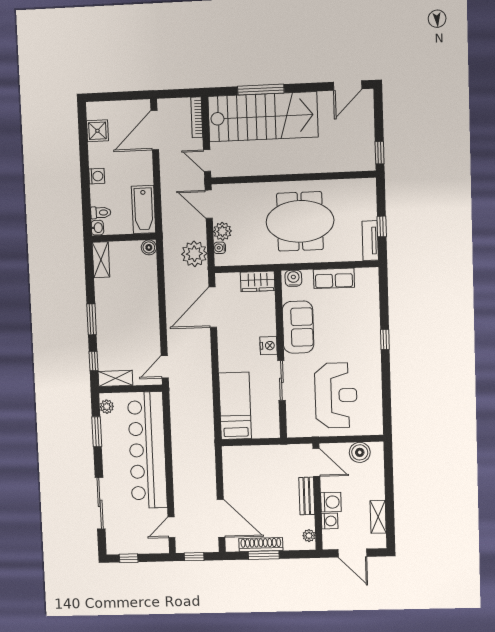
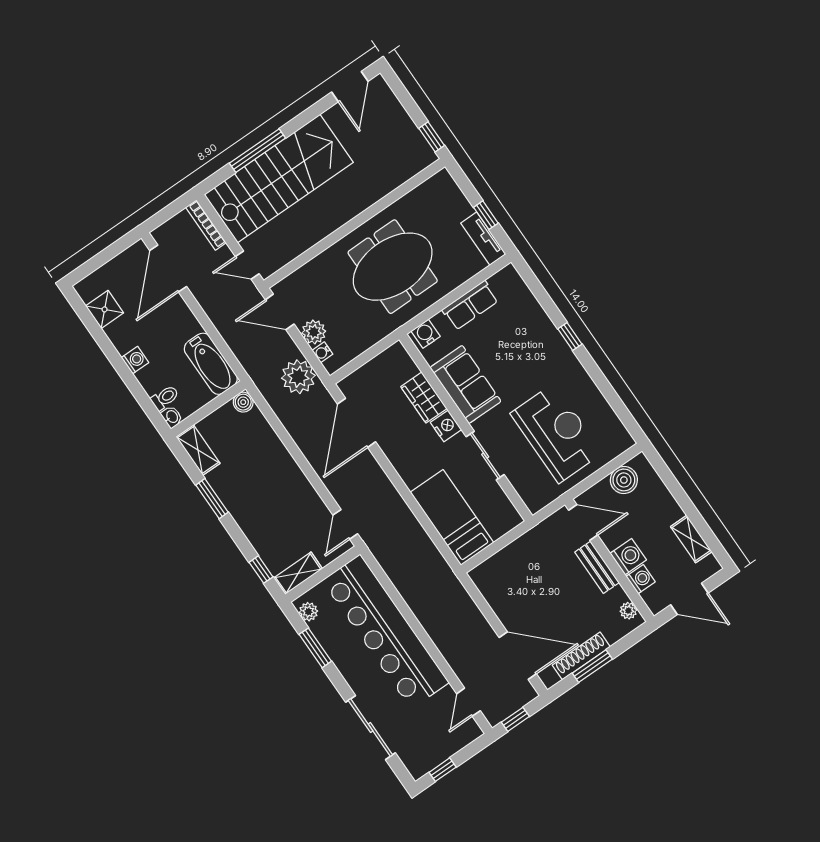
wardrobe: (258, 281) -> (424, 398), moved, turned 90
window: (92, 319) -> (212, 499), moved

